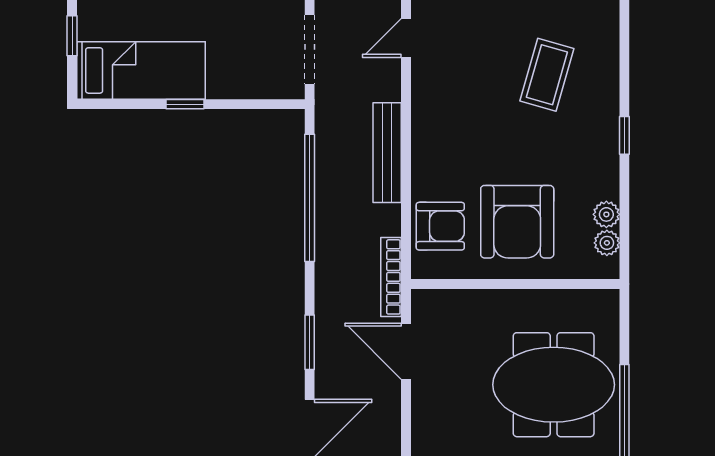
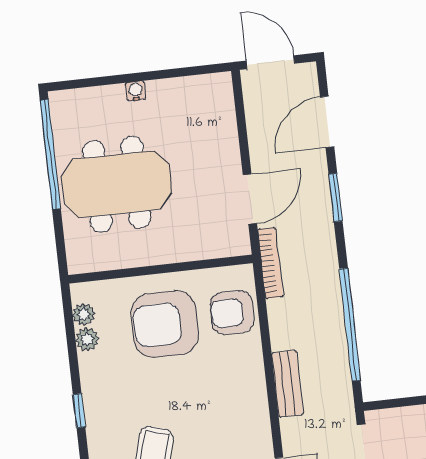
bench: (387, 153) -> (287, 384), width x0.73
armchair: (517, 222) -> (165, 324), turned -90
door: (406, 351) -> (250, 199), hinge flipped

